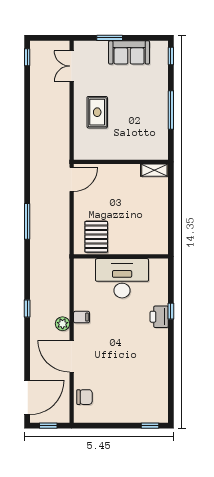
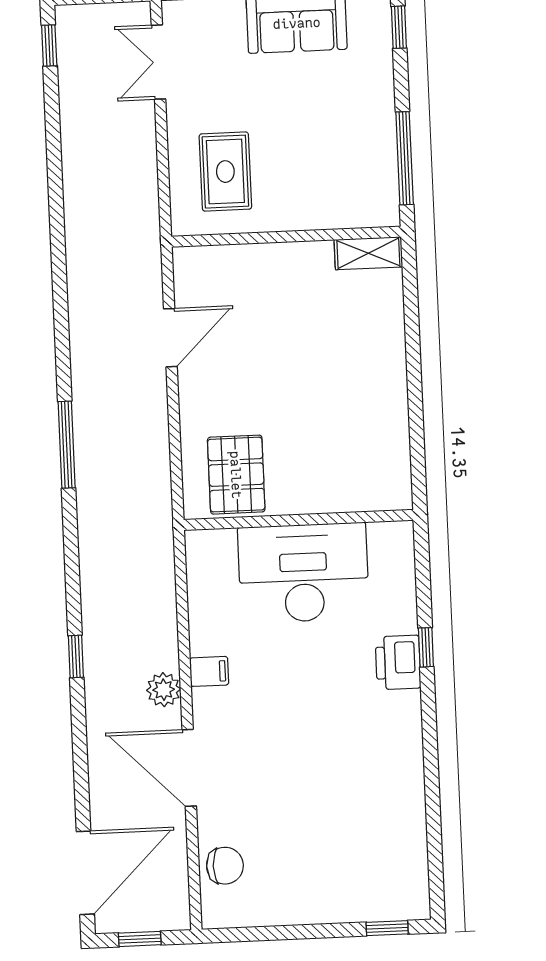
wall: (121, 162) -> (286, 237), moved
shelving: (154, 170) -> (368, 253), moved

